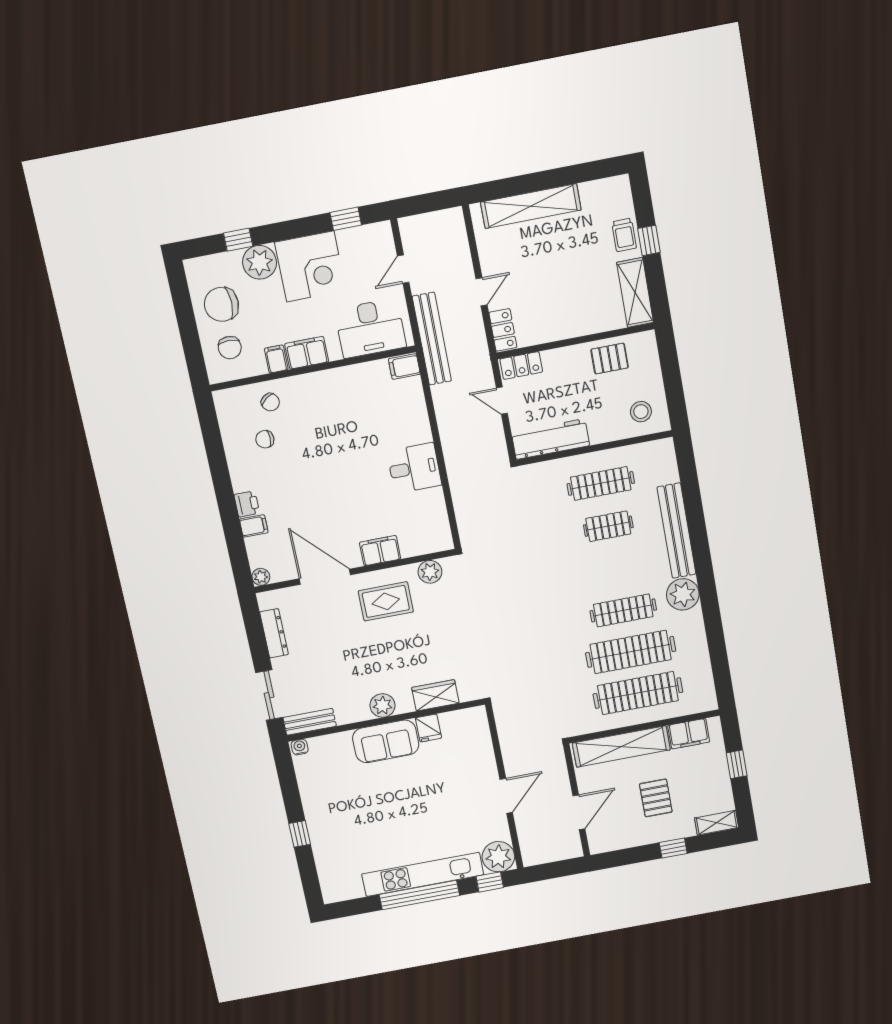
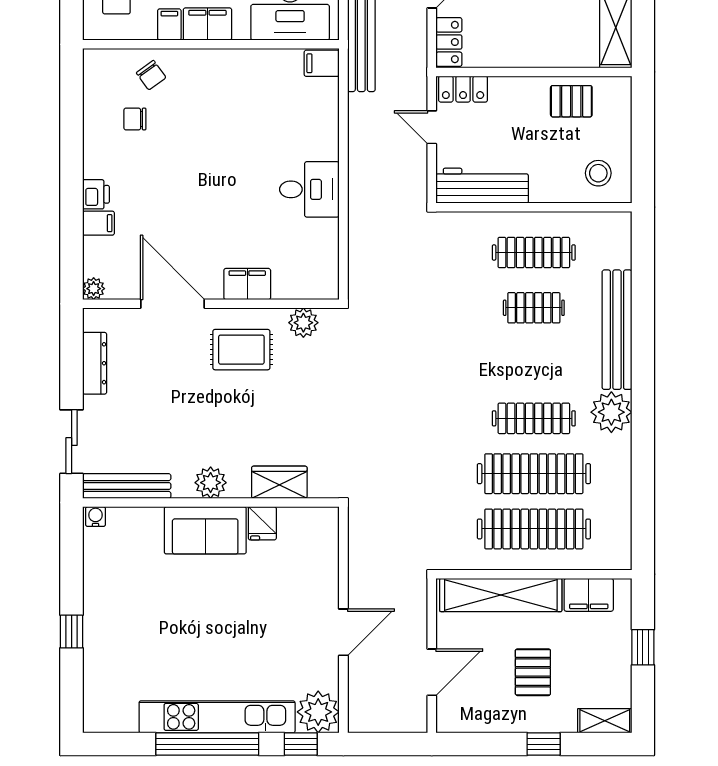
bench: (310, 722) -> (127, 486), width x1.36

